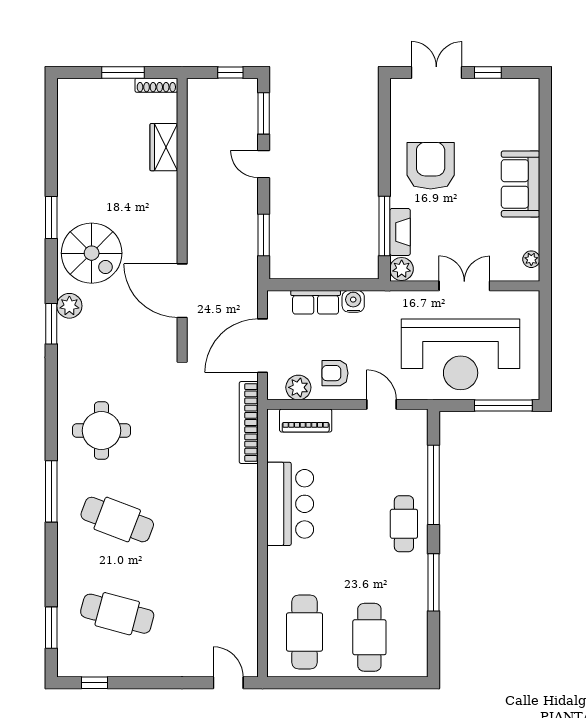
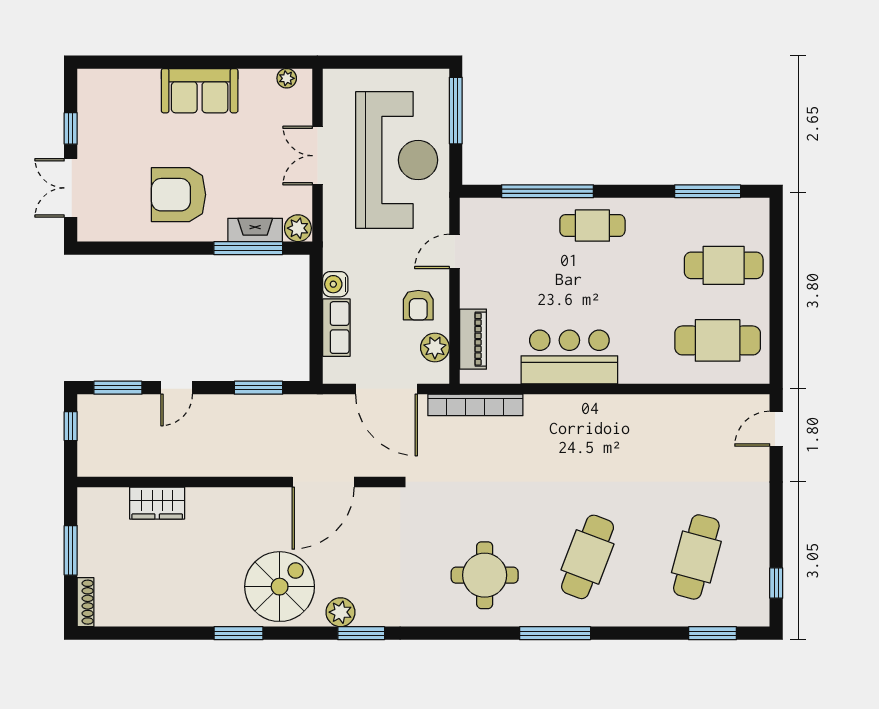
shoe rack: (156, 85) -> (85, 602), moved
window: (434, 582) -> (708, 191), moved

